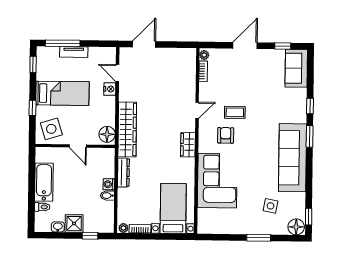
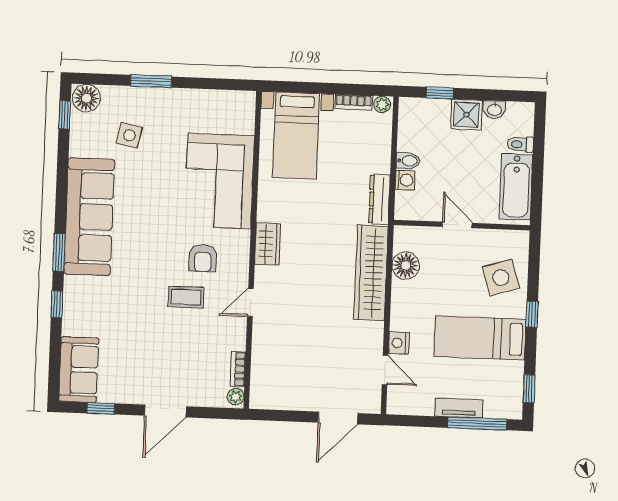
wall: (75, 146) -> (462, 225), moved
door: (78, 146) -> (457, 225), moved

